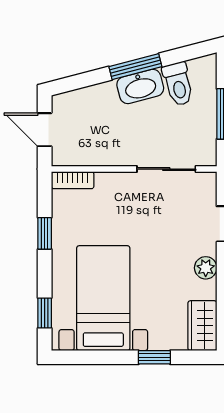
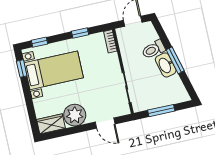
toilet: (178, 84) -> (153, 49), moved
plant: (206, 268) -> (75, 115), width x1.88, depth x1.88
window: (154, 357) -> (22, 68), moved

